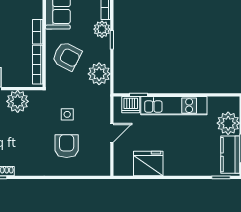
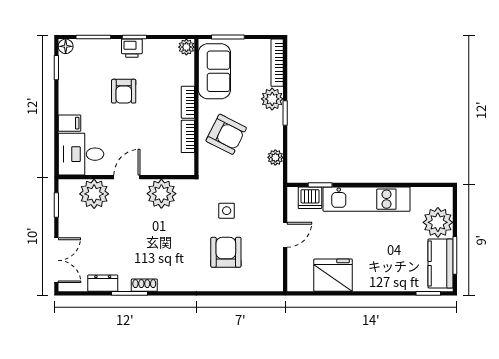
bookcase: (38, 65) -> (188, 136), width x0.64
plant: (99, 74) -> (275, 157), width x0.53, depth x0.53

